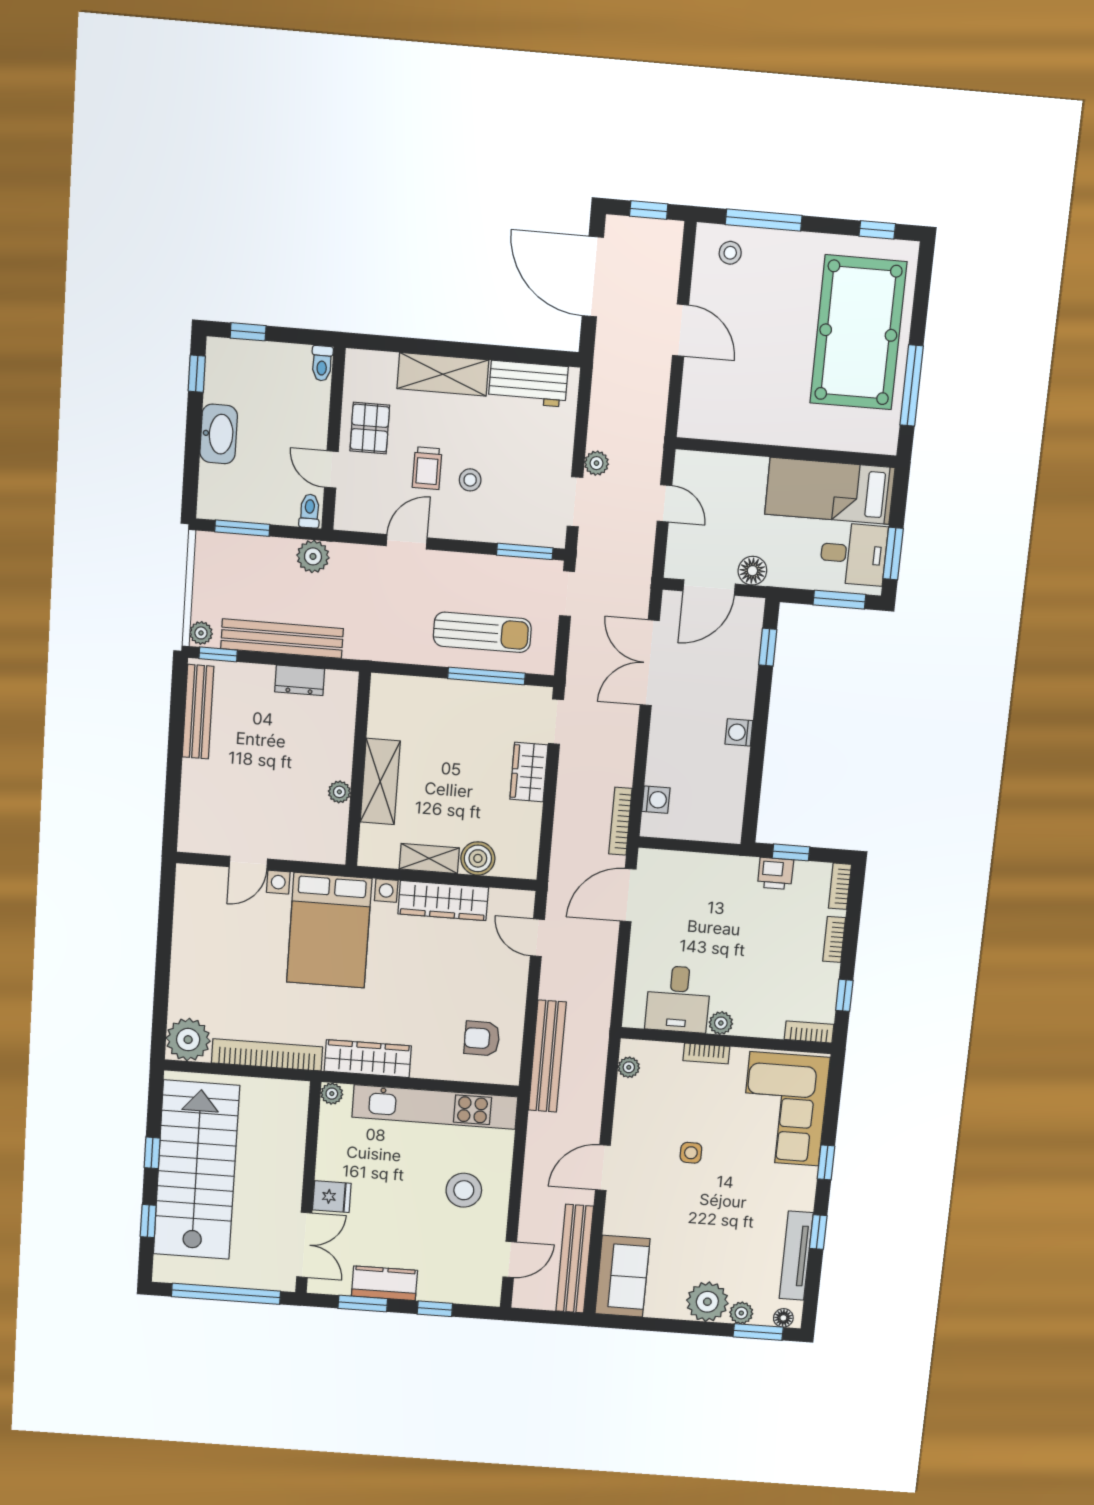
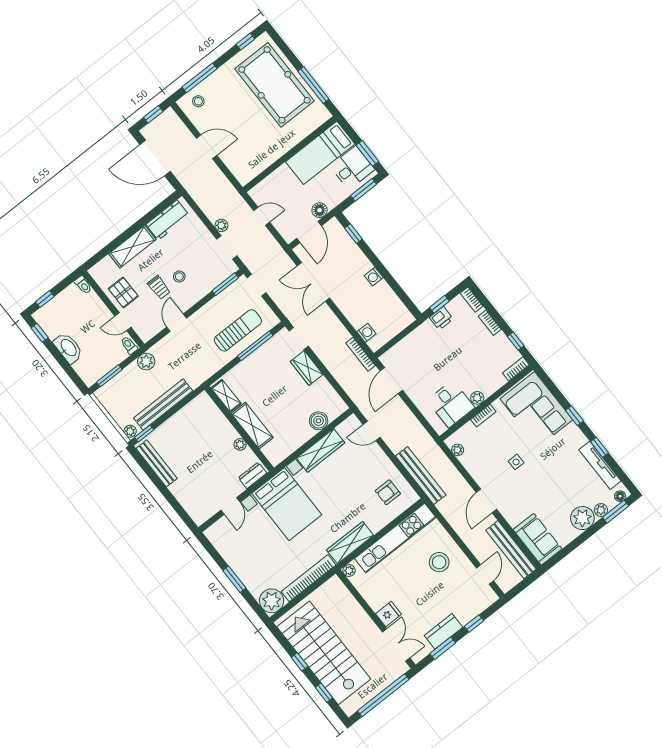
dresser: (300, 680) -> (253, 475), moved, turned 180
shelving: (429, 858) -> (226, 396), moved, turned 90
window: (163, 966) -> (234, 579), added

